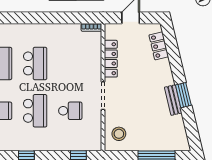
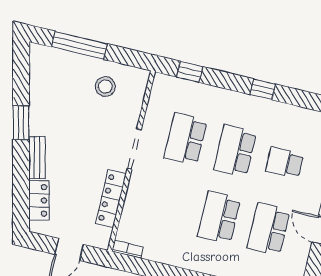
bench: (173, 100) -> (37, 158), moved
school desk: (70, 111) -> (186, 139), width x1.85
stool: (119, 134) -> (105, 87), moved

